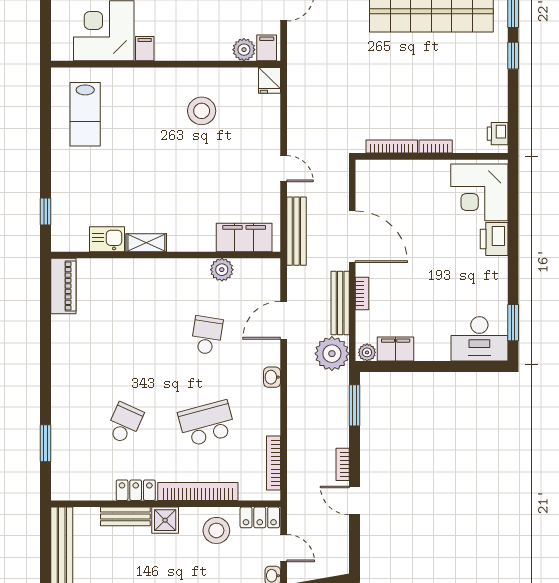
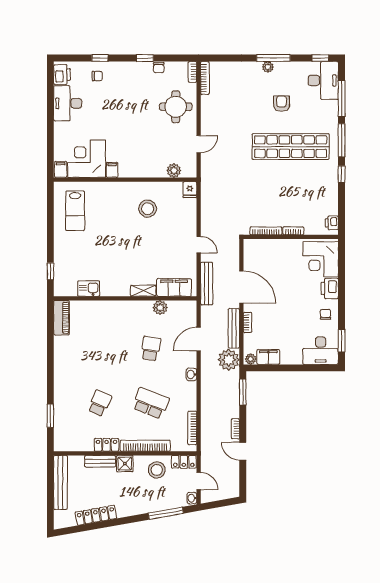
filing cabinet: (267, 48) -> (61, 169), moved
shelving: (146, 243) -> (143, 291), moved
chair: (487, 280) -> (325, 314), added
school desk: (207, 423) -> (151, 403), turned 36

